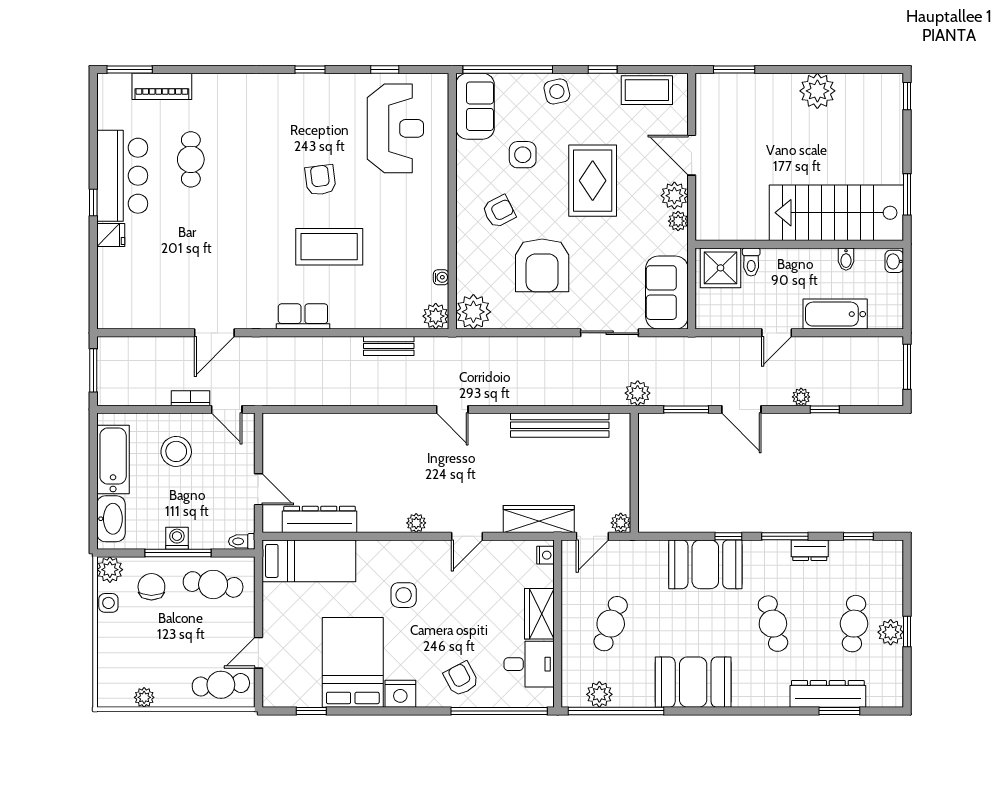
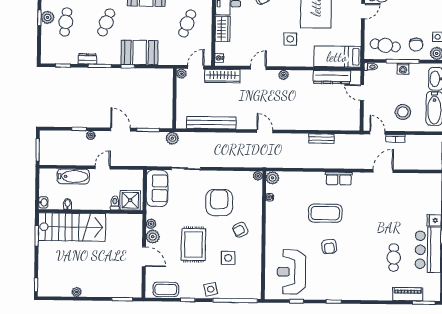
plant: (817, 91) -> (77, 292), width x0.53, depth x0.53
sofa: (475, 106) -> (252, 282), removed
plant: (473, 312) -> (258, 176), width x0.53, depth x0.53
bench: (389, 346) -> (321, 139), moved
cafe table: (773, 624) -> (106, 22), turned 36

